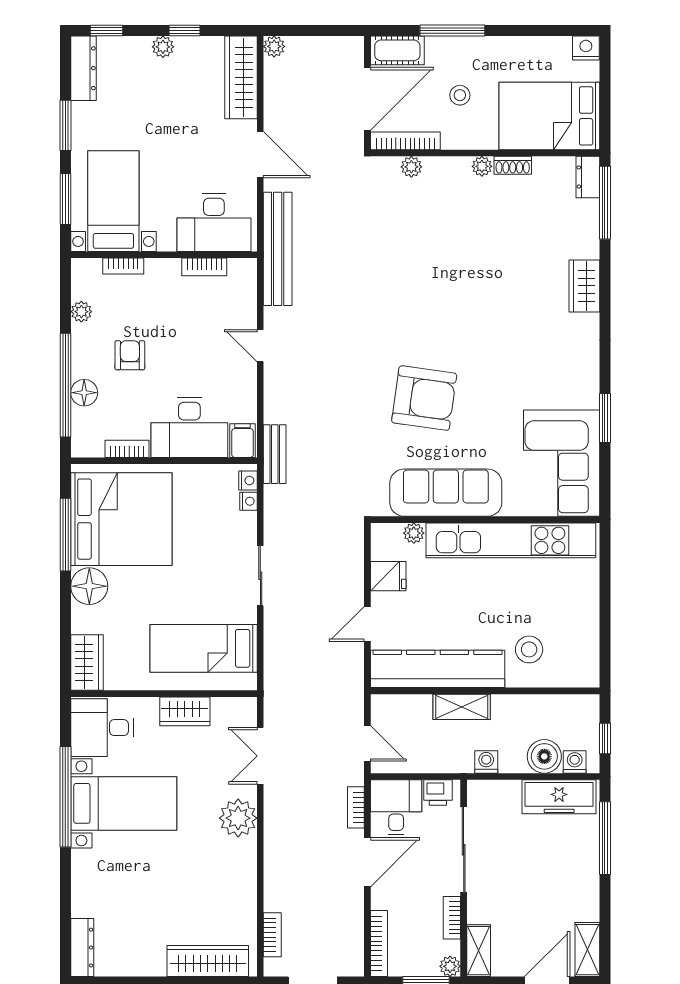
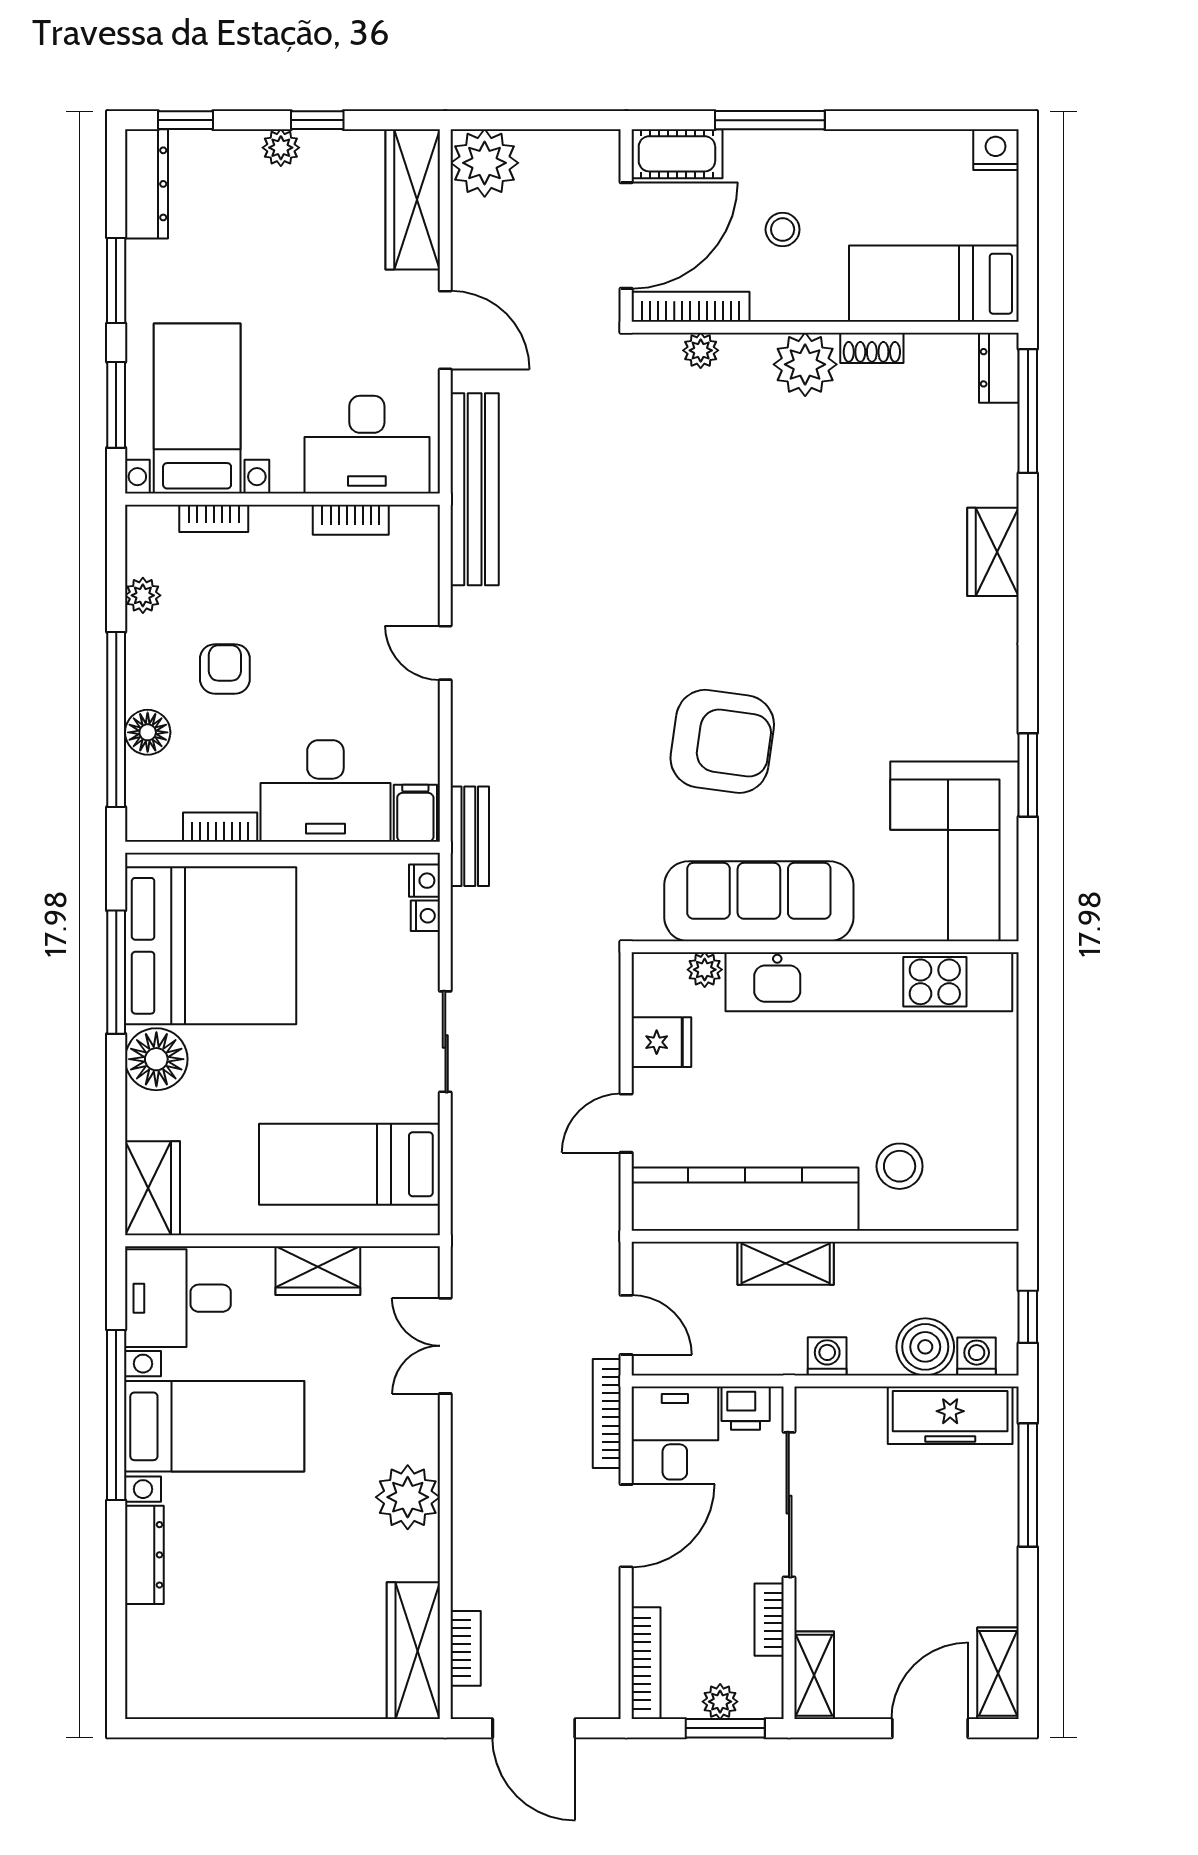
plant: (274, 46) -> (485, 163), width x1.88, depth x1.88
bed: (549, 116) -> (934, 284), width x0.67
plant: (482, 166) -> (805, 364), width x1.87, depth x1.87
bookcase: (356, 807) -> (607, 1413), width x1.56
plant: (238, 818) -> (408, 1497), moved
dresser: (82, 948) -> (144, 1555), moved
wardrobe: (208, 961) -> (413, 1651), moved, turned -90
plant: (450, 966) -> (720, 1702), moved

